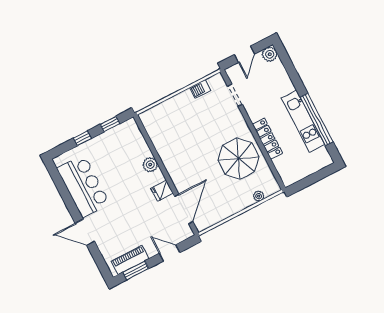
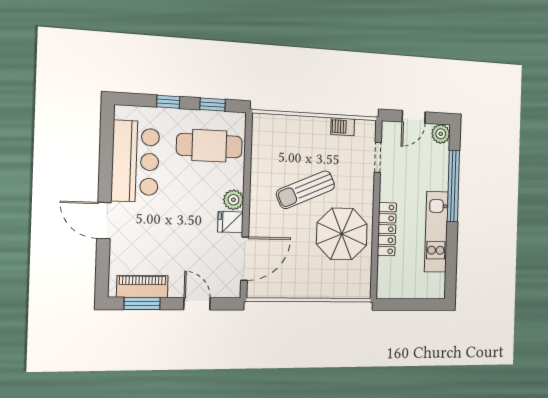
window: (317, 120) -> (453, 186), moved
sun lounger: (199, 144) -> (306, 190), added
cafe table: (122, 151) -> (209, 146), added
plant: (150, 165) -> (233, 200), moved
plant: (259, 196) -> (341, 291), removed

